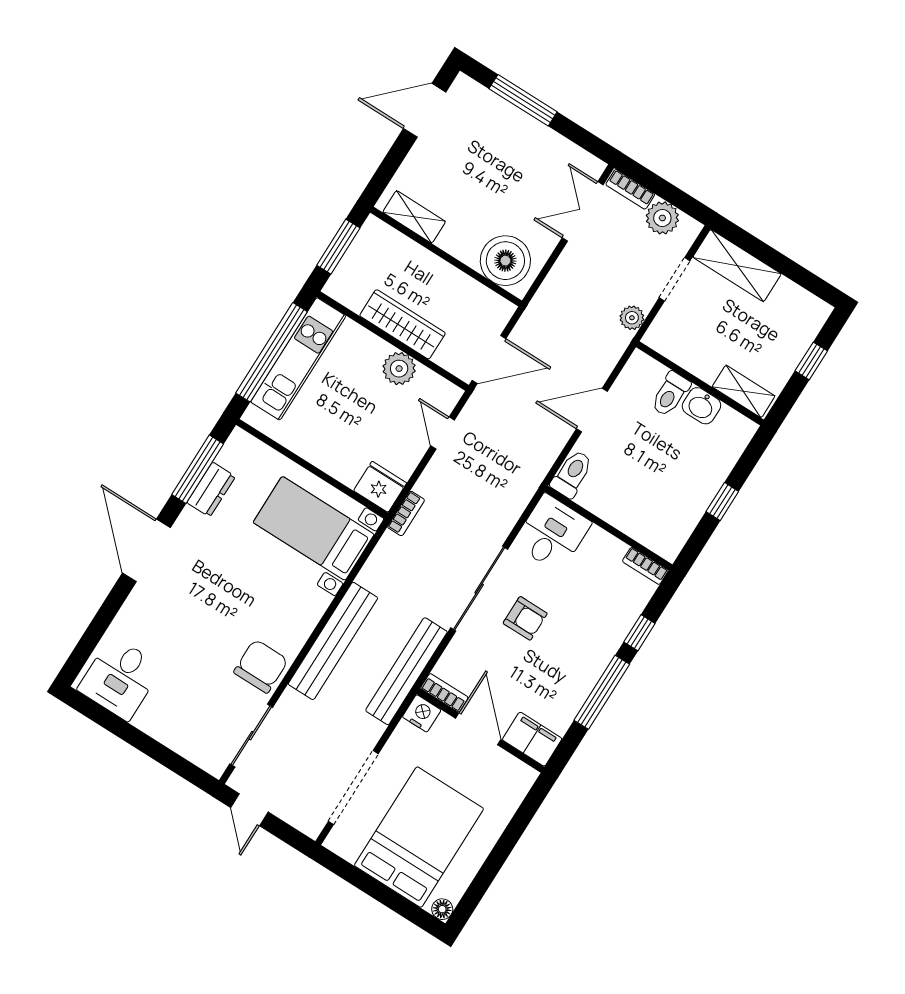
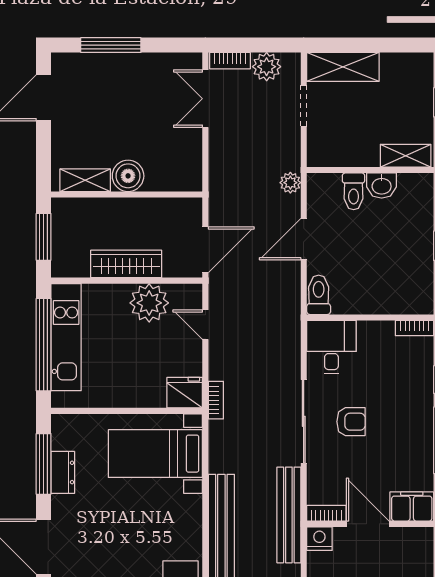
boiler: (505, 261) -> (128, 176), moved, width x0.73, depth x0.73
plant: (632, 318) -> (290, 183), moved
plant: (399, 369) -> (149, 303), width x1.36, depth x1.36

